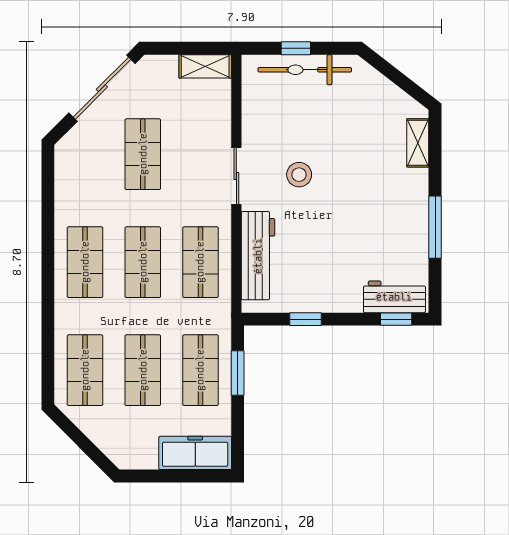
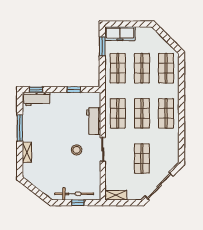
shelving: (418, 143) -> (27, 152), moved
workbench: (258, 256) -> (94, 121), width x0.73
window: (238, 373) -> (102, 46), moved

